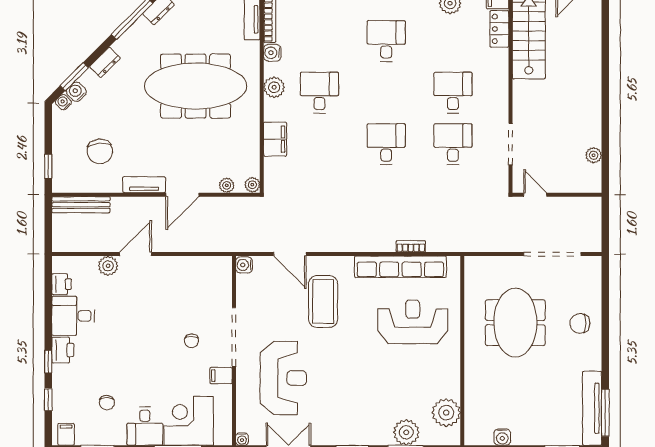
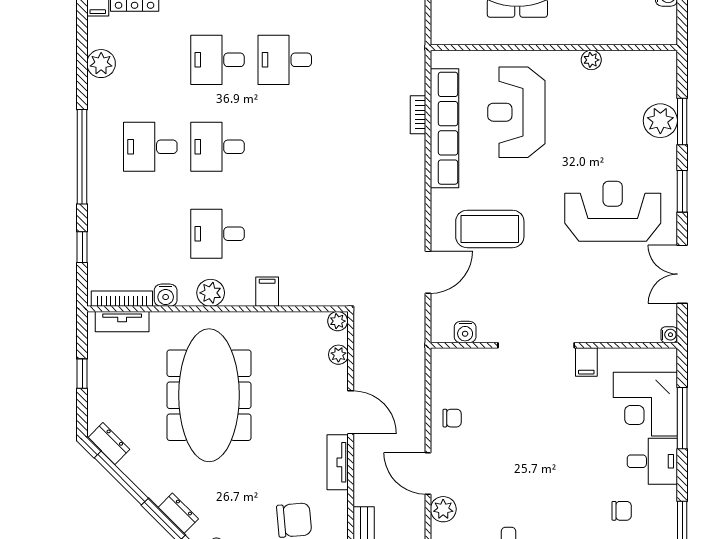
filing cabinet: (275, 139) -> (267, 292), width x0.50
desk: (386, 144) -> (218, 147), moved
water cooler: (244, 265) -> (465, 332), moved
chair: (191, 341) -> (452, 418), moved
reception desk: (283, 378) -> (613, 211), moved
plant: (446, 413) -> (591, 60), moved, width x0.53, depth x0.53

